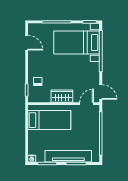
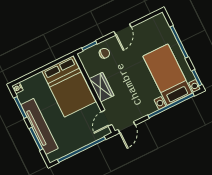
door: (27, 43) -> (123, 29), moved
door: (87, 104) -> (107, 118), swing flipped
bed: (49, 120) -> (69, 86), width x1.50

